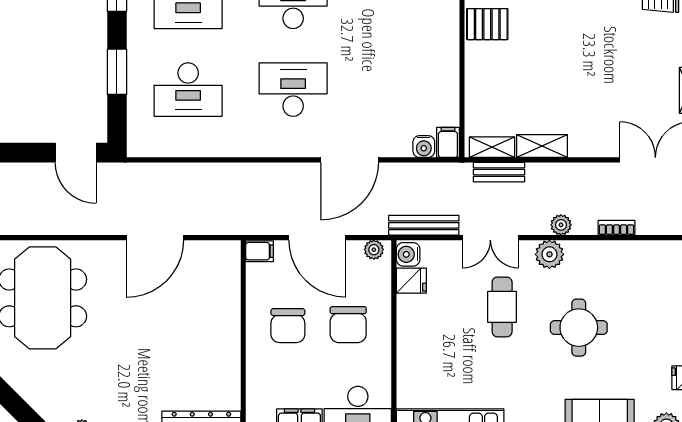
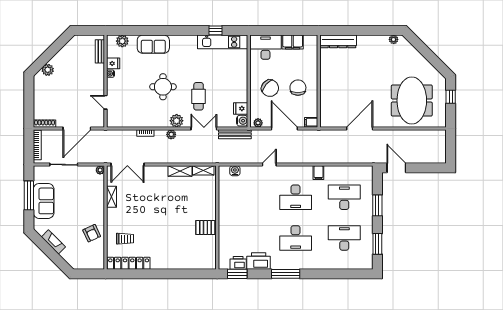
filing cabinet: (448, 142) -> (318, 173), moved
door: (350, 160) -> (269, 165), width x0.53
bench: (499, 172) -> (200, 159), removed
chair: (348, 325) -> (270, 88), turned 130

